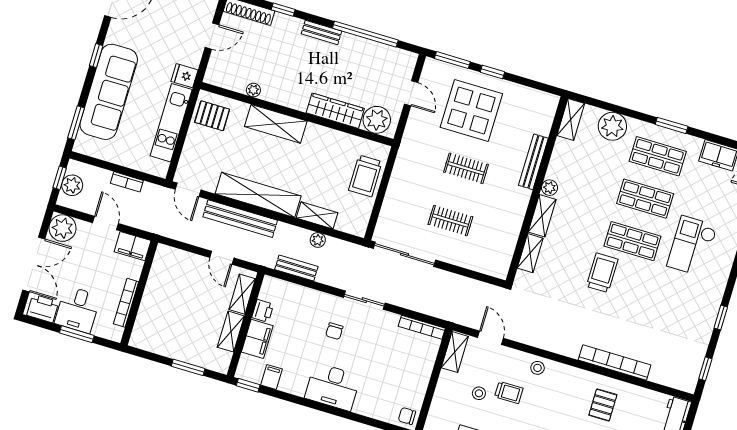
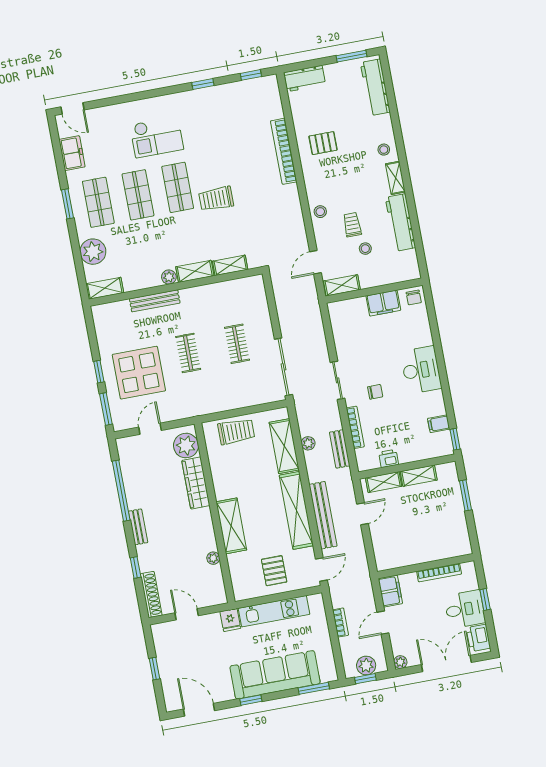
pallet: (212, 116) -> (274, 571), moved
shelving: (317, 215) -> (284, 446), width x1.50, depth x1.33
plant: (63, 228) -> (400, 662), width x0.53, depth x0.53
bookcase: (422, 327) -> (355, 427), moved
window: (77, 334) -> (485, 600), width x0.67
filing cabinet: (257, 339) -> (383, 303), moved, turned 180

